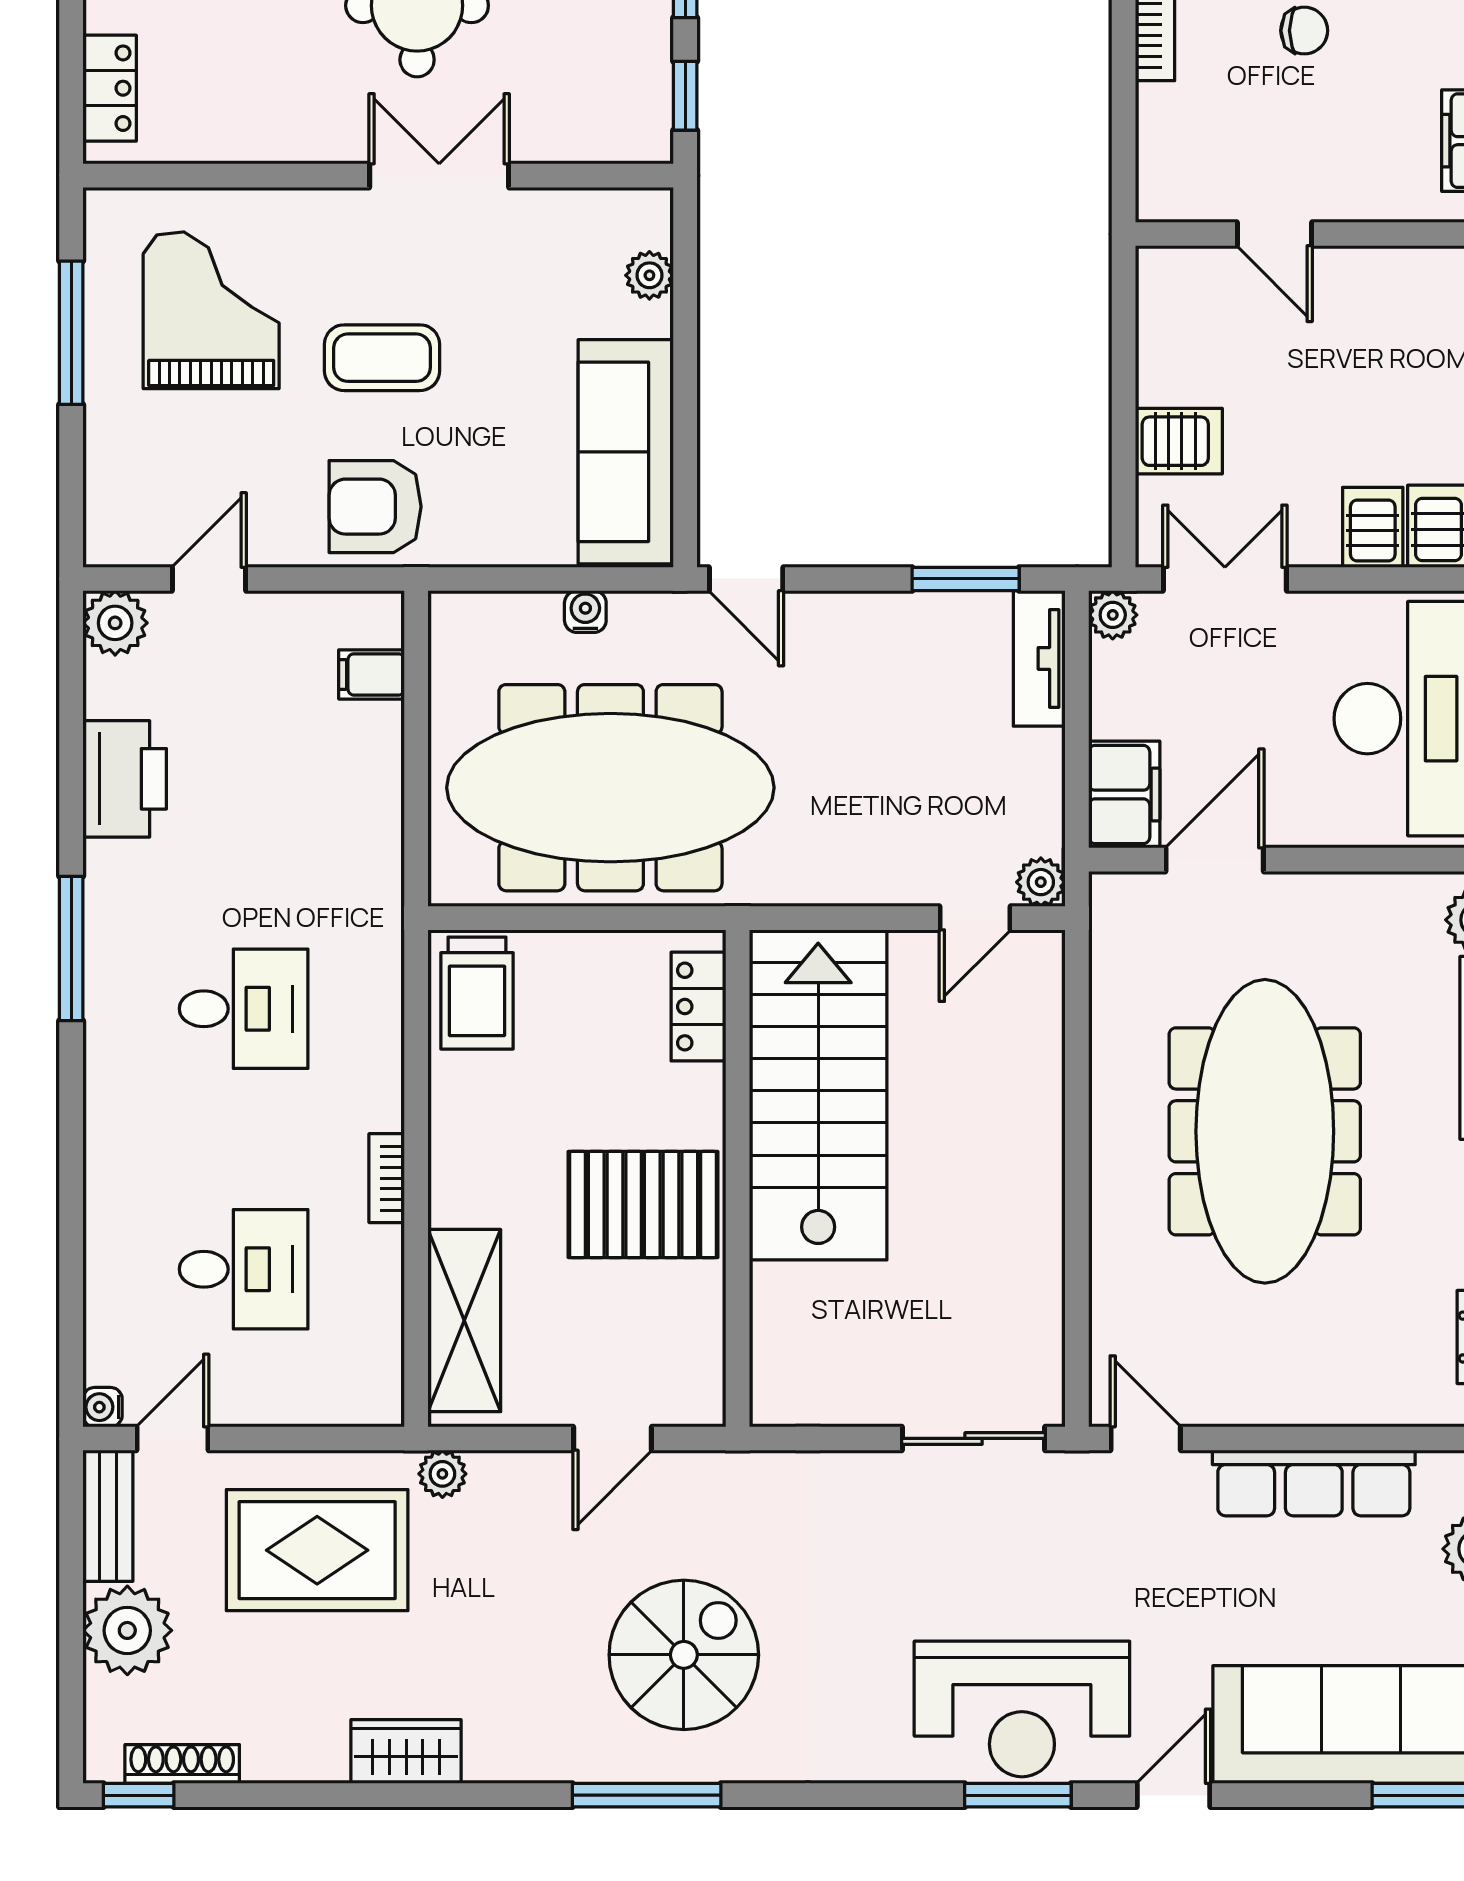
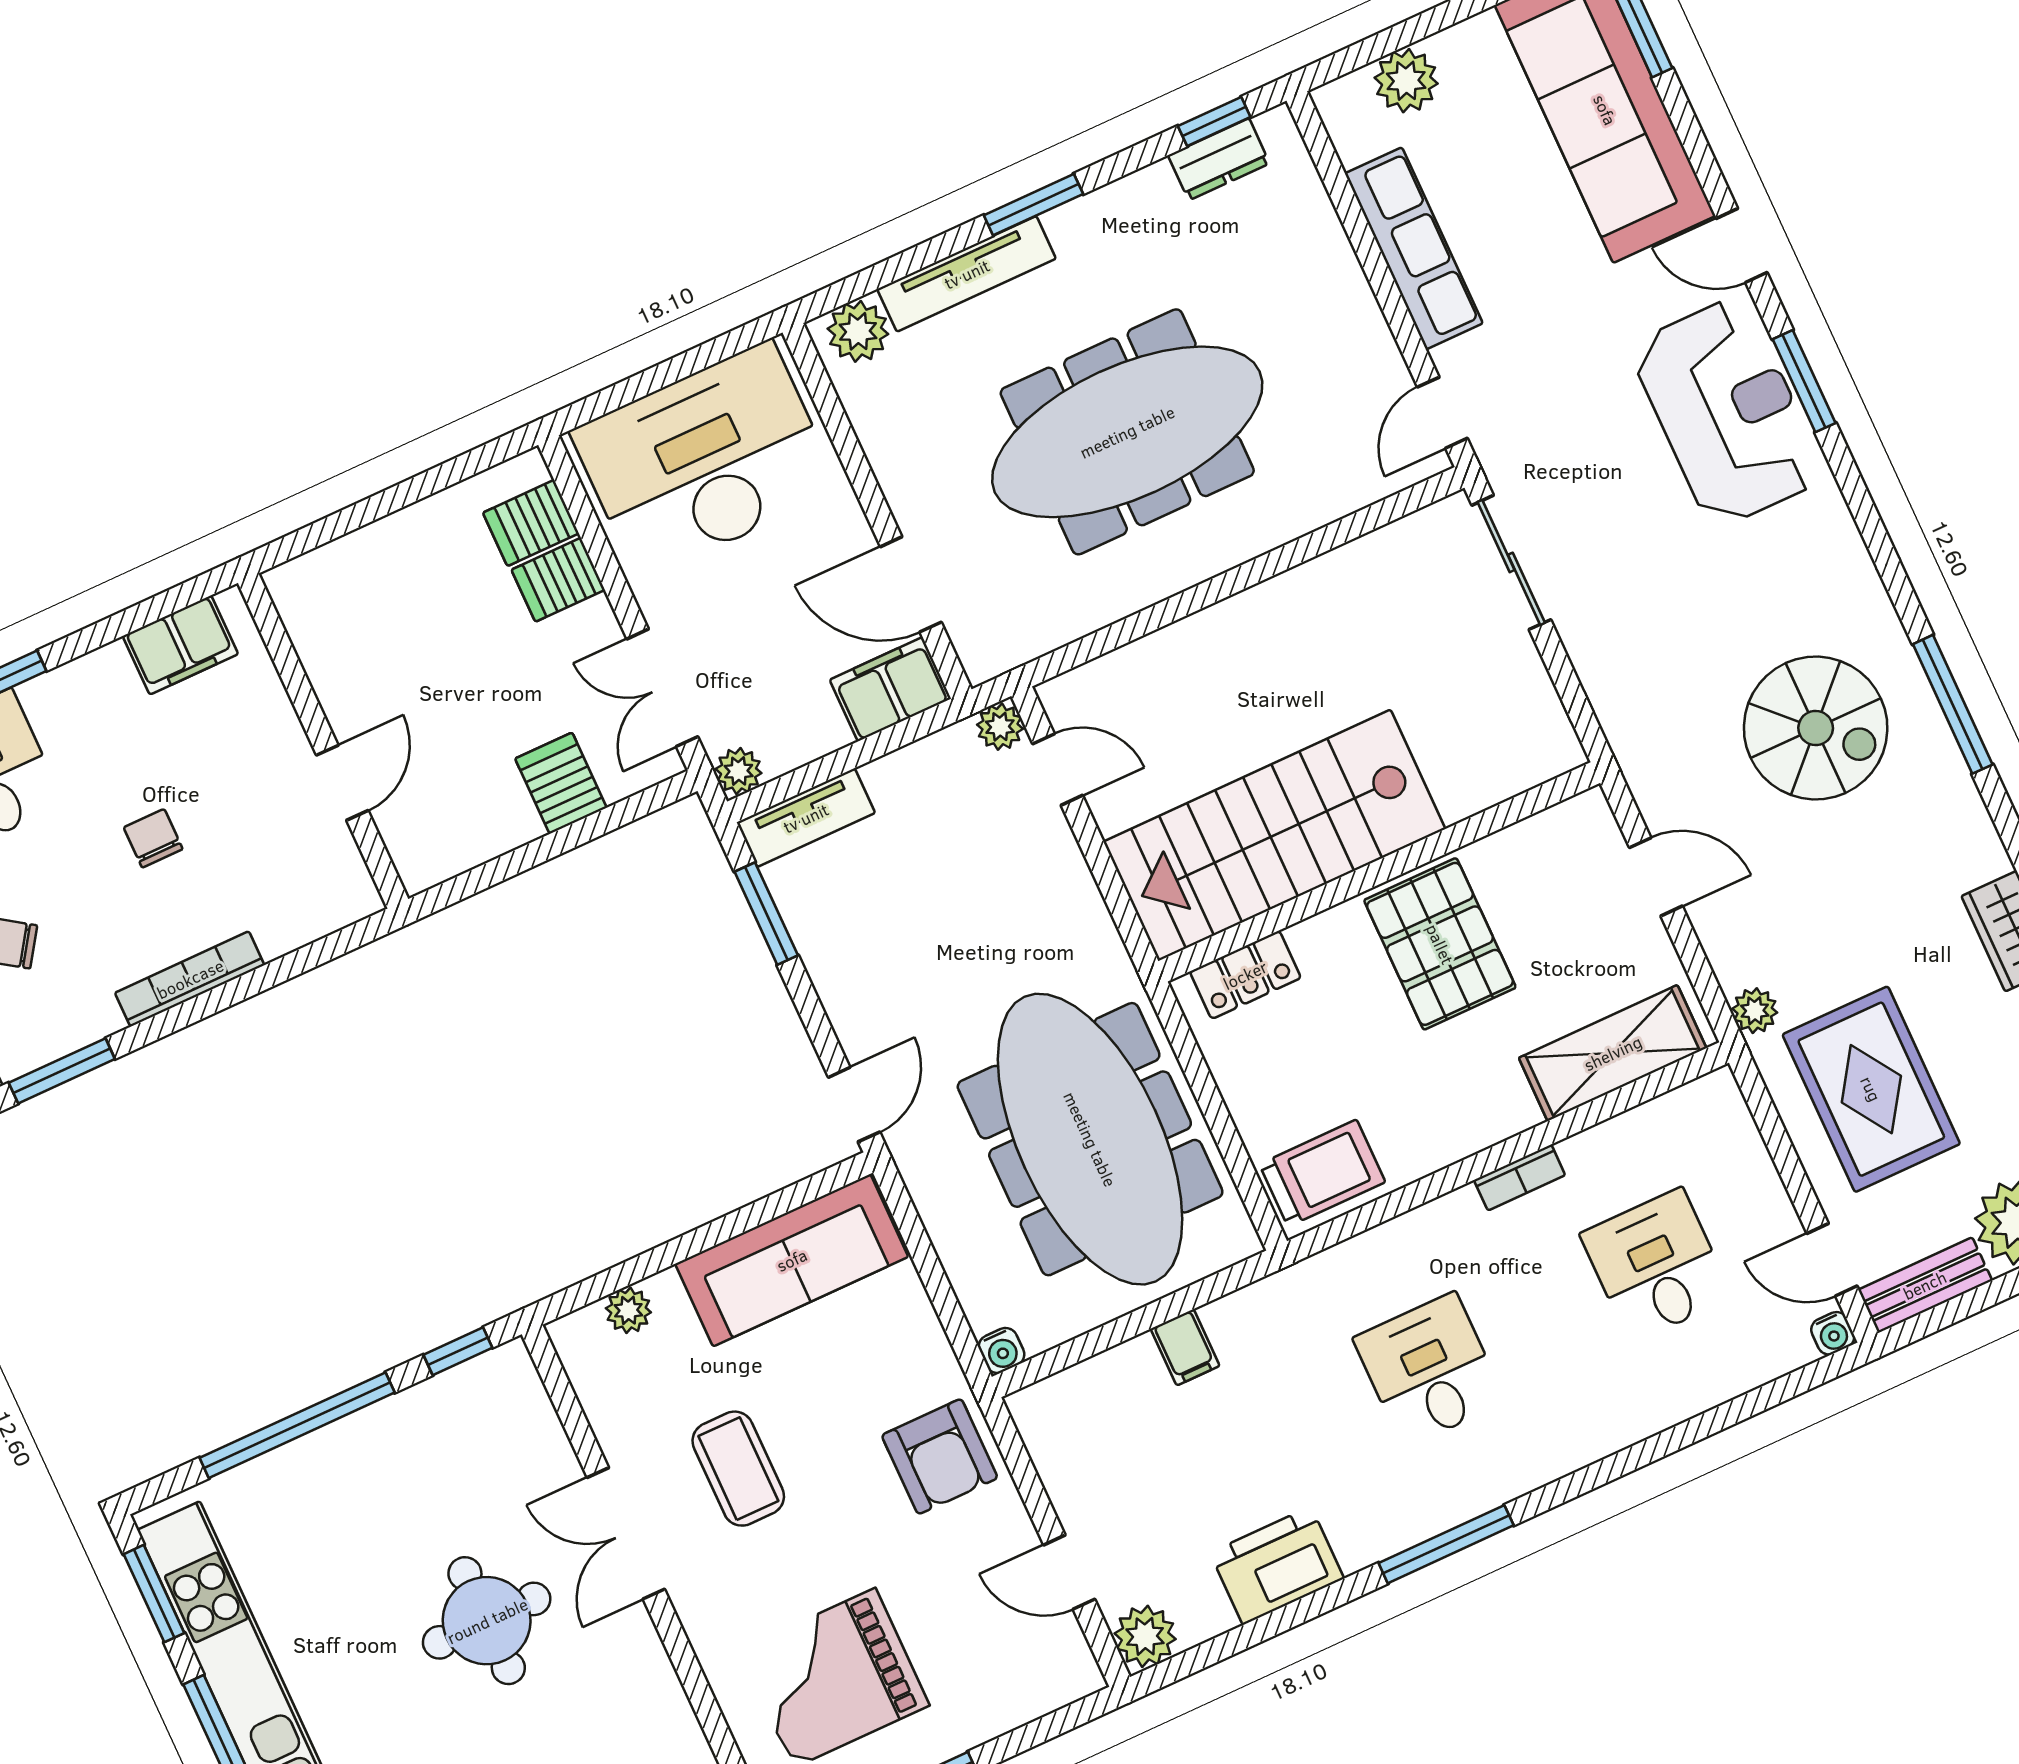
coffee table: (382, 358) -> (738, 1469), moved
water cooler: (585, 612) -> (1002, 1350), moved, turned -90
filing cabinet: (372, 674) -> (1185, 1347), moved
spiral stairs: (684, 1655) -> (1816, 728), turned 180

